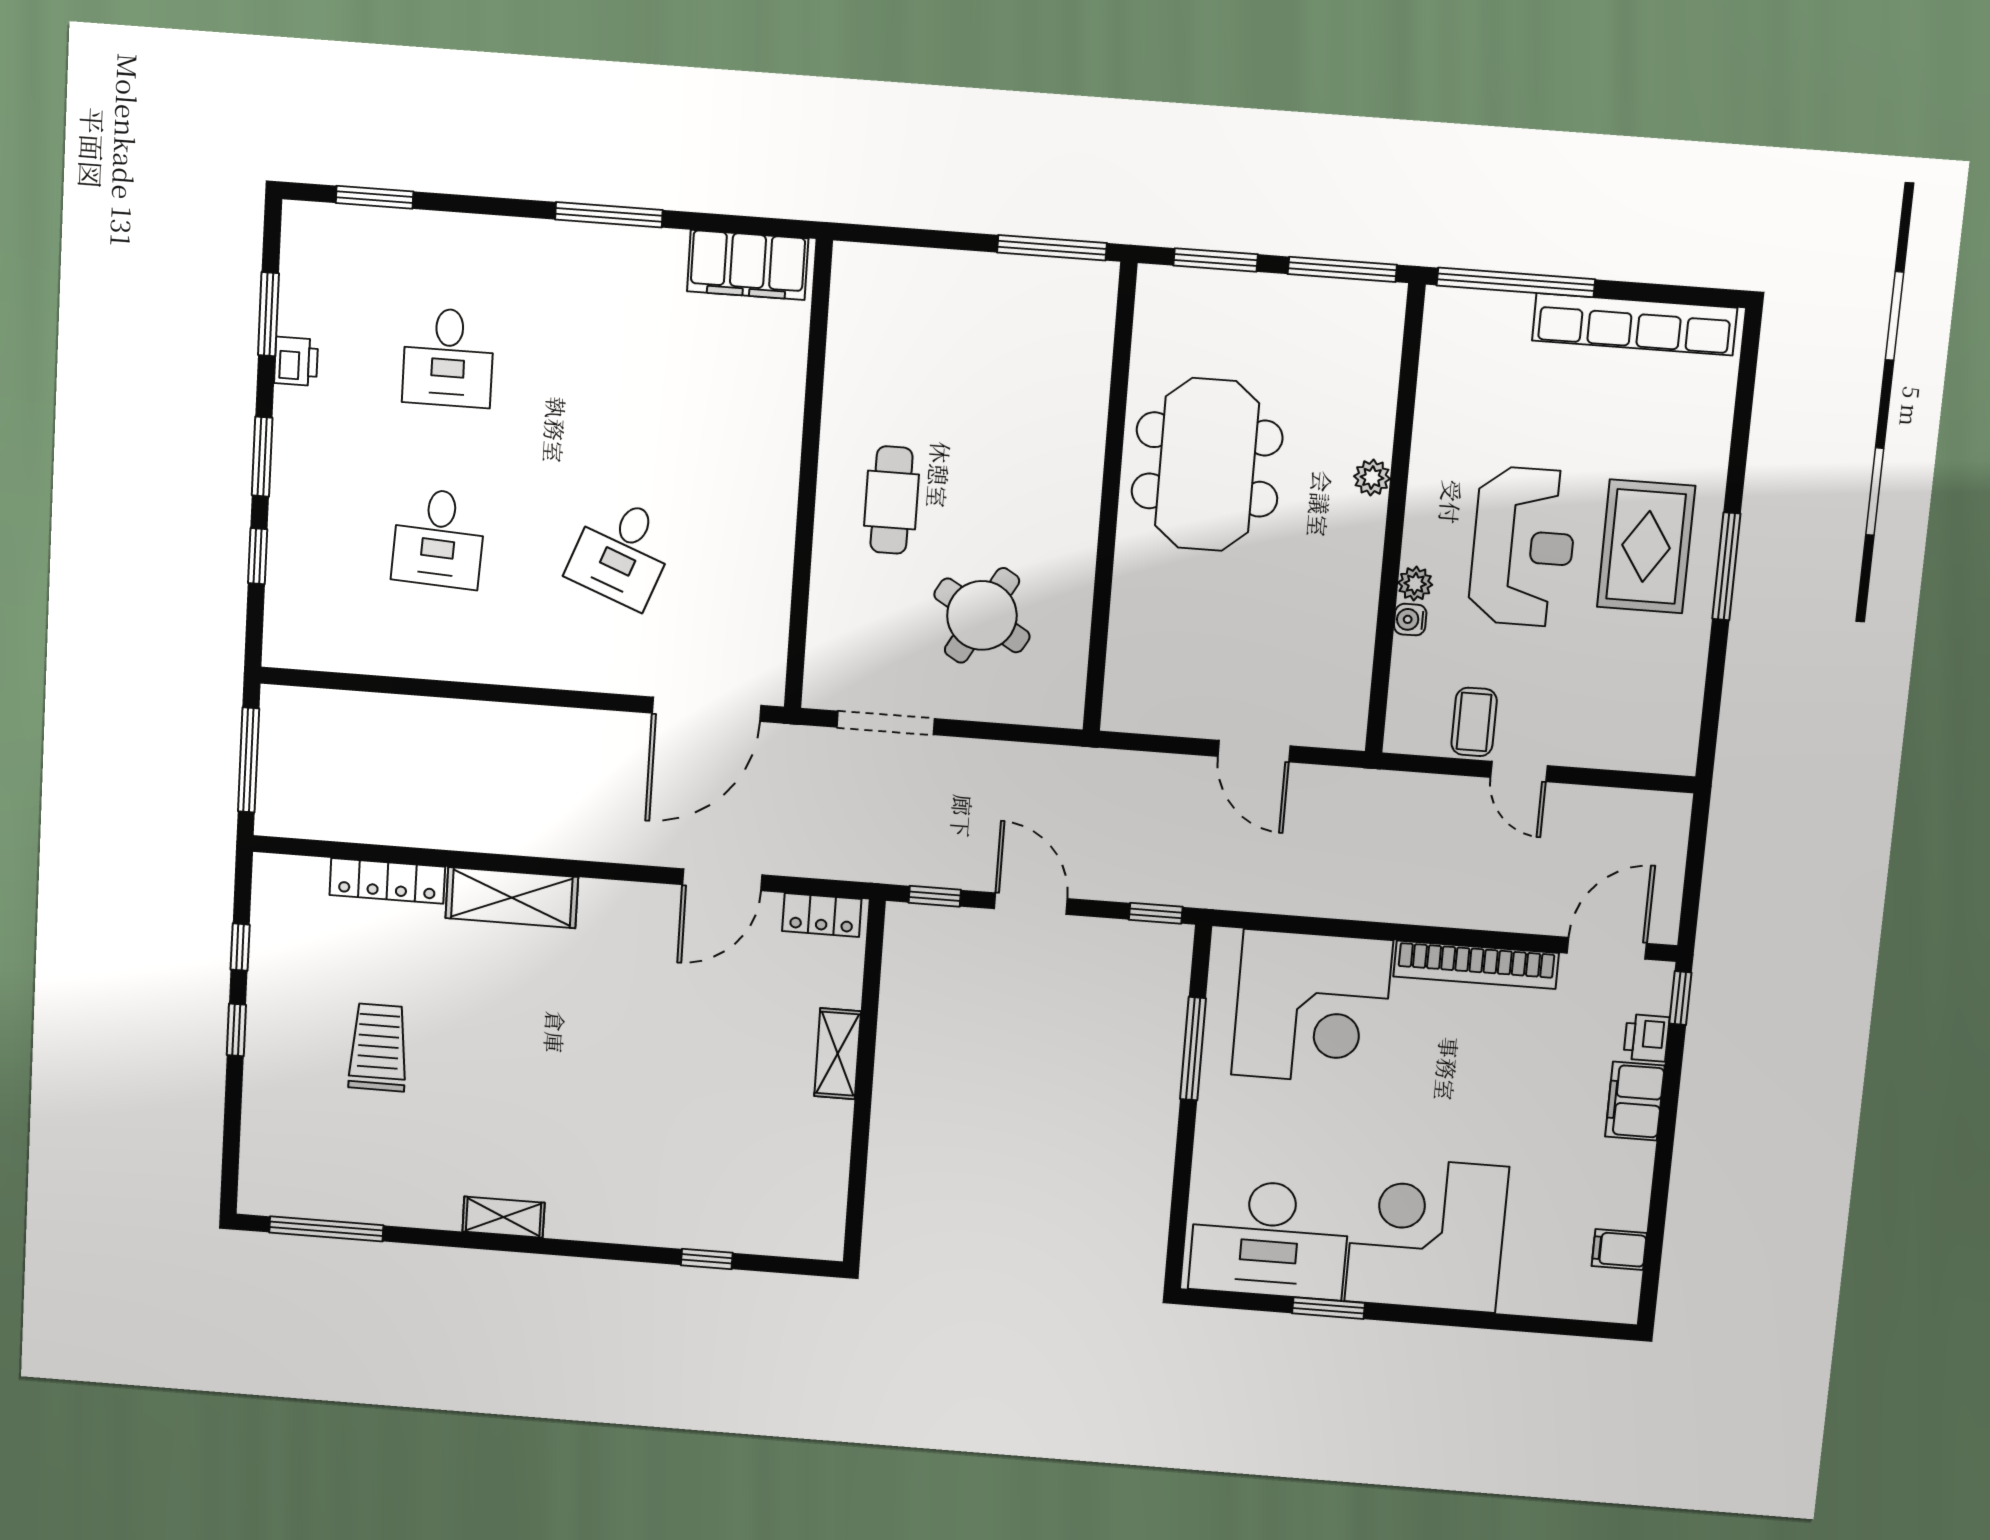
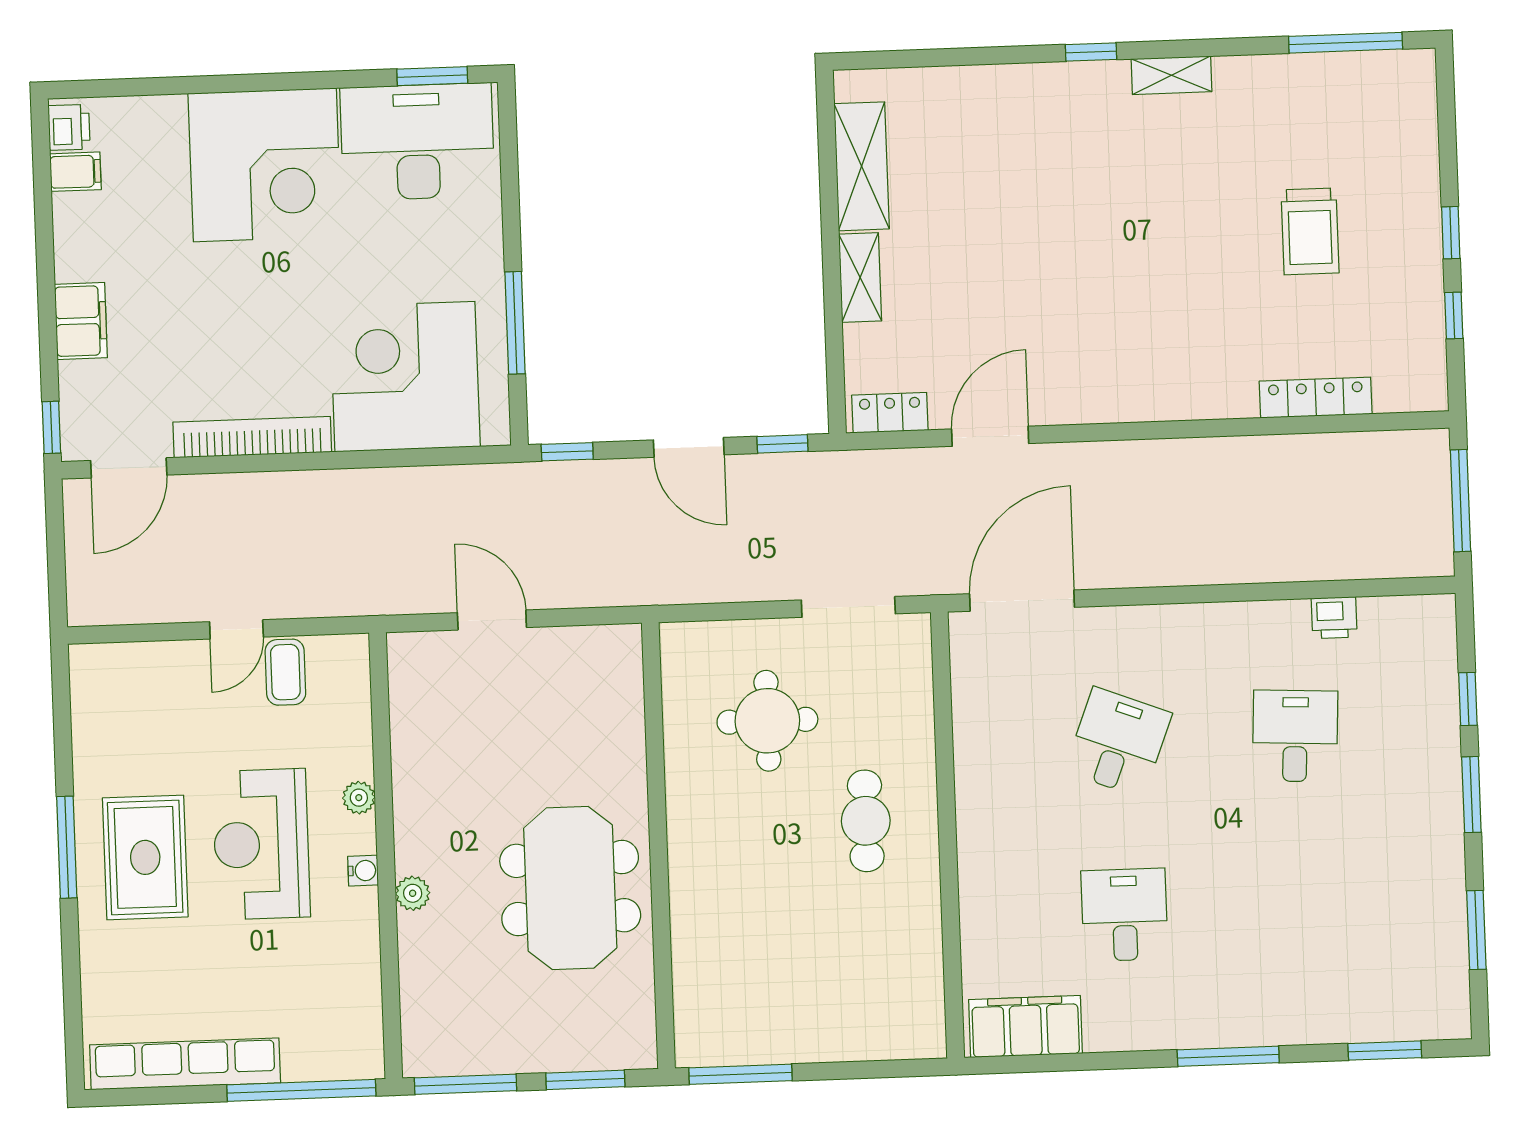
window: (609, 215) -> (1228, 1056), moved
desk: (448, 358) -> (1125, 915), moved
printer: (296, 361) -> (1334, 618), moved, turned -90
round table: (982, 615) -> (767, 721), turned -30
water cooler: (1410, 620) -> (363, 871), moved
door: (1519, 771) -> (236, 629), swing flipped
shelving: (512, 898) -> (862, 166), moved, turned 90
printer: (1646, 1038) -> (69, 127), moved
window: (707, 1259) -> (1091, 52), moved
window: (1328, 1308) -> (432, 76), moved

